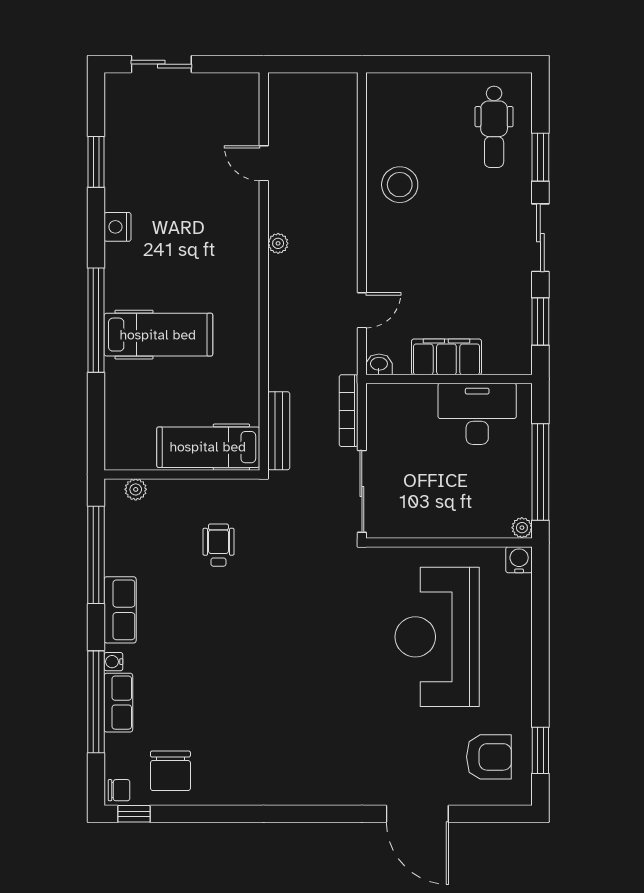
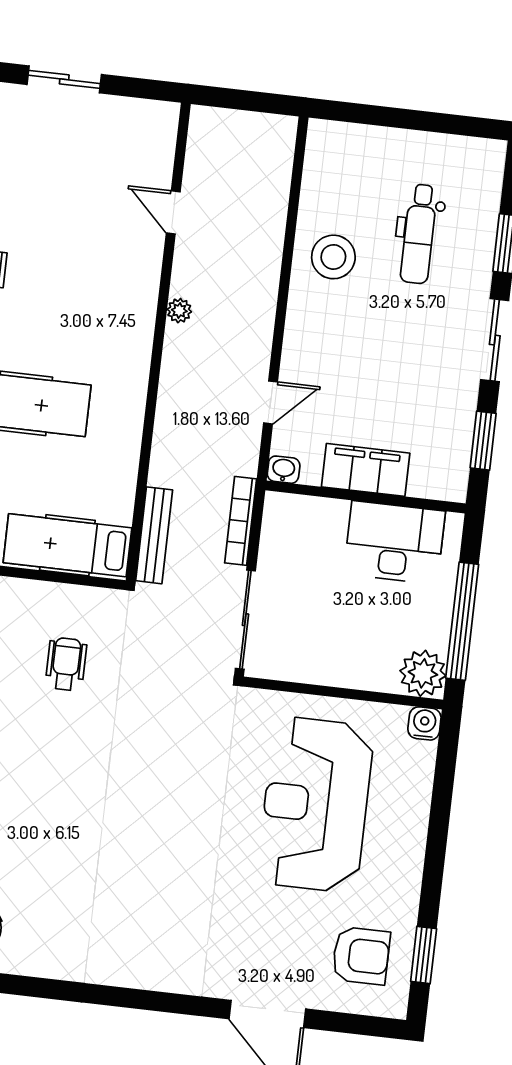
dental chair: (494, 127) -> (419, 234), moved
plant: (522, 528) -> (423, 673), width x1.87, depth x1.87

